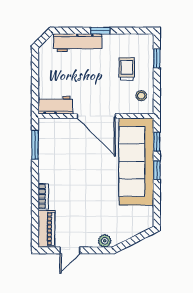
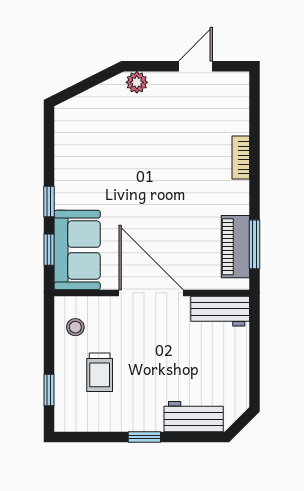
workbench: (78, 43) -> (194, 417), width x0.73
sofa: (136, 161) -> (77, 250), width x0.54, depth x0.79
piano: (46, 229) -> (235, 247), moved

